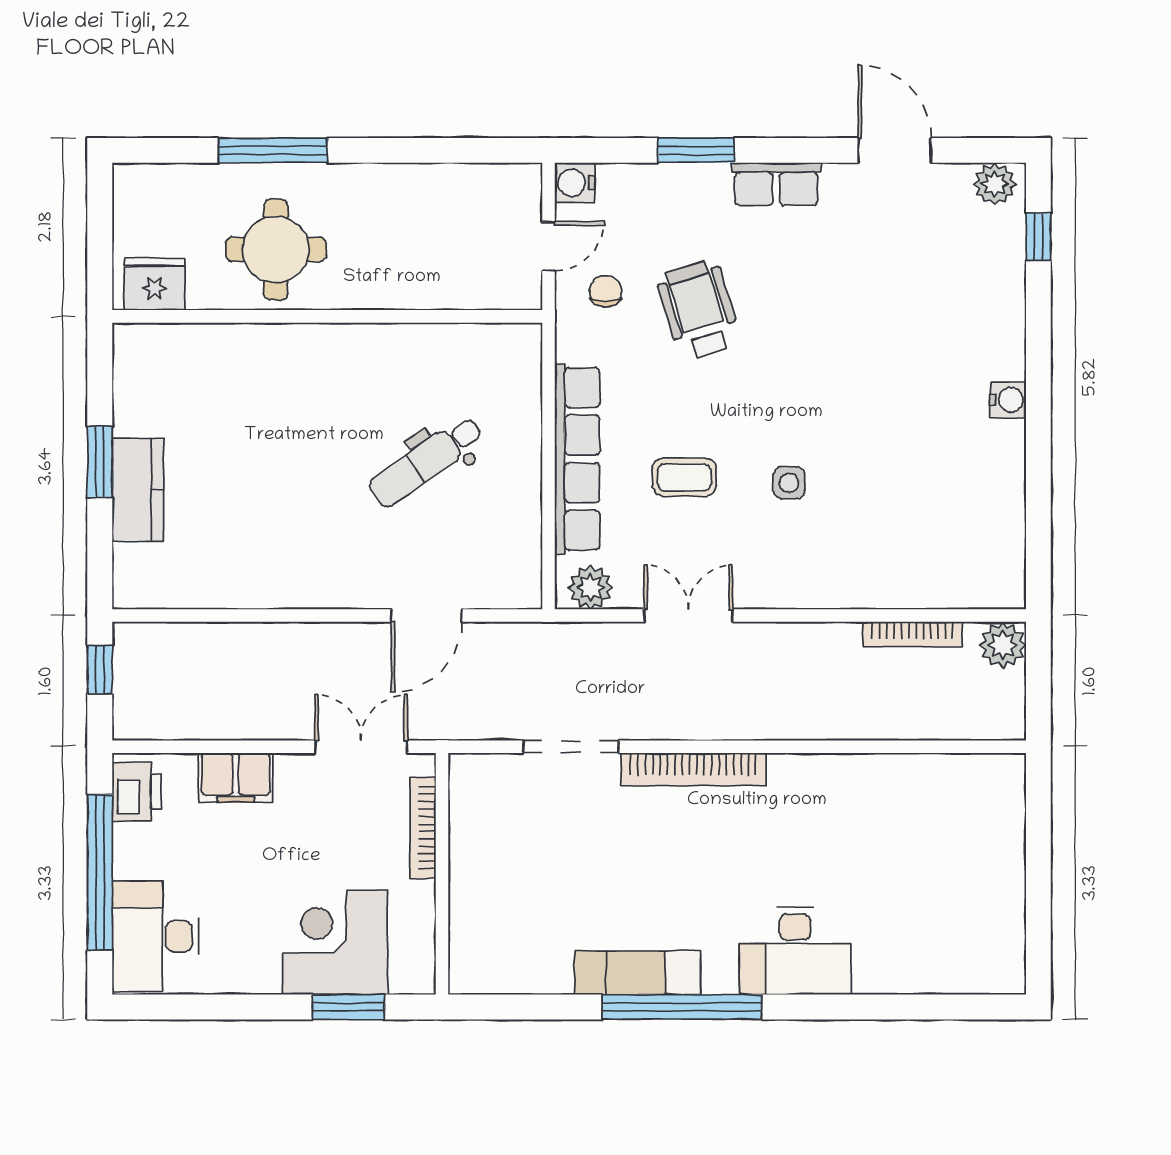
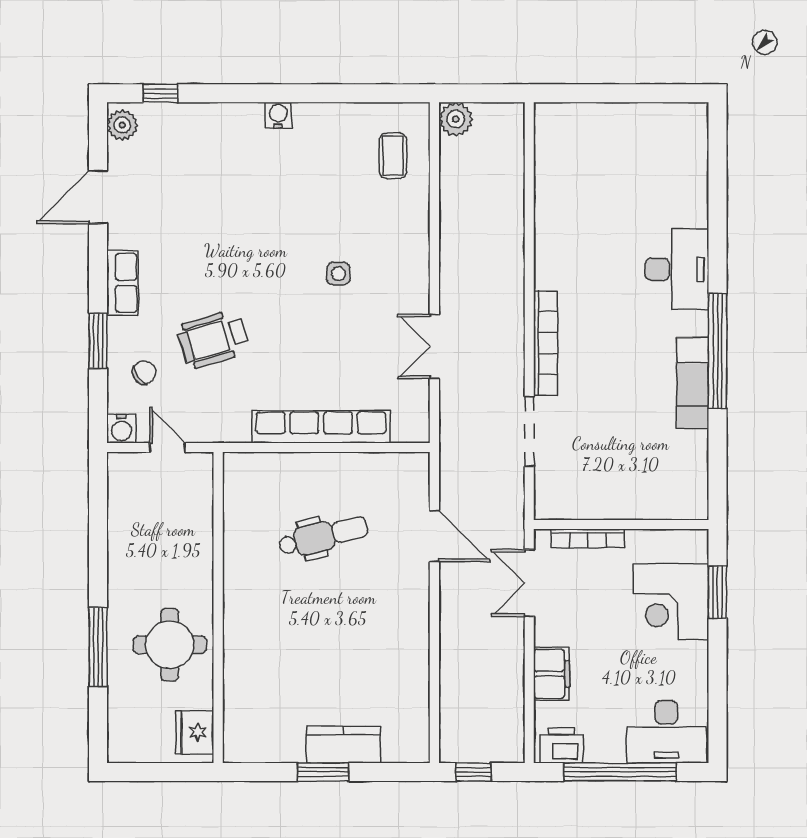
chair: (605, 291) -> (144, 372), moved, turned 144
dental chair: (426, 462) -> (323, 536), turned -69
coffee table: (684, 477) -> (393, 156), moved
plant: (591, 587) -> (414, 417), removed
bookcase: (912, 634) -> (448, 184), removed

